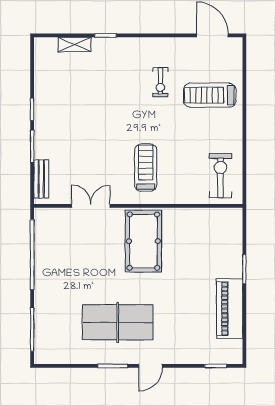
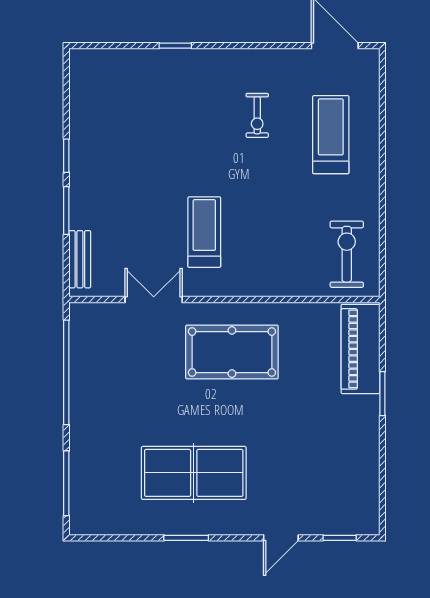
shelving: (75, 45) -> (129, 59), removed
treadmill: (210, 95) -> (331, 135), turned 90
treadmill: (146, 168) -> (204, 232), moved
pool table: (143, 241) -> (232, 352), turned 90
piano: (230, 309) -> (360, 349), moved
door: (150, 366) -> (281, 538), moved

